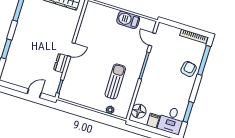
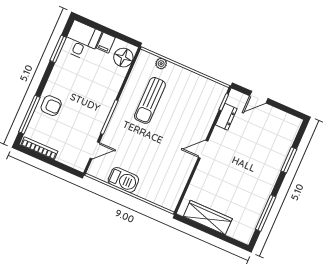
door: (152, 39) -> (95, 150), hinge flipped
dresser: (61, 63) -> (226, 117), moved
armchair: (189, 69) -> (51, 106), turned -101

